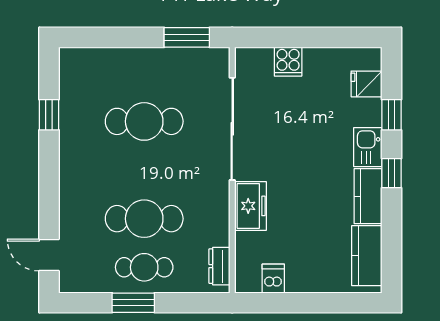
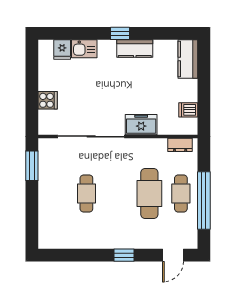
window: (49, 115) -> (124, 255), moved
window: (391, 115) -> (82, 33), removed
cafe table: (144, 121) -> (86, 193), width x0.73, depth x0.74
kitchen sink: (368, 147) -> (84, 49), moved
kitchen counter: (367, 256) -> (188, 59), moved, turned 90
window: (133, 303) -> (204, 201), width x2.11

